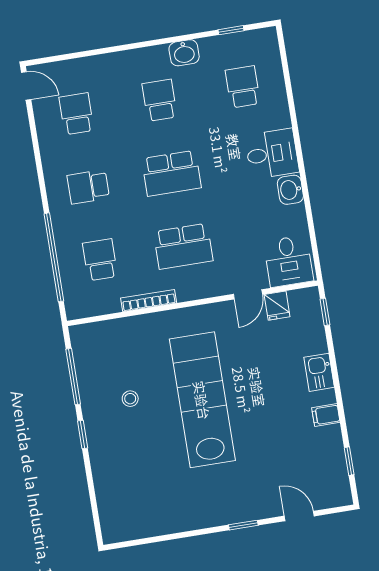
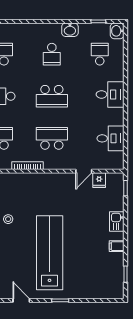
school desk: (160, 100) -> (52, 54), turned 180
washbasin: (290, 190) -> (117, 31), moved
school desk: (183, 246) -> (52, 138), turned 180
desk: (288, 261) -> (111, 138), moved, turned -90
lab bench: (202, 400) -> (50, 253), moved
door: (299, 516) -> (21, 300), moved

